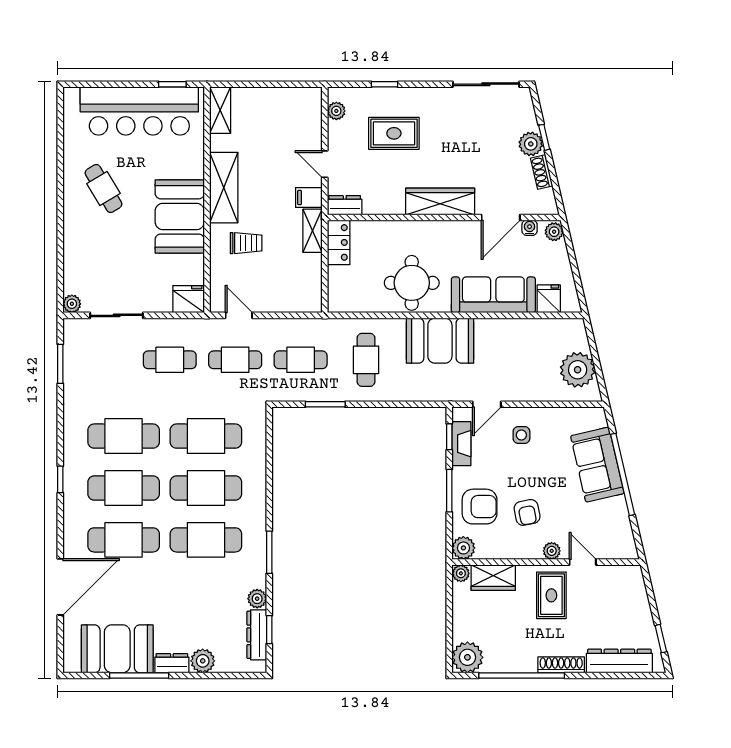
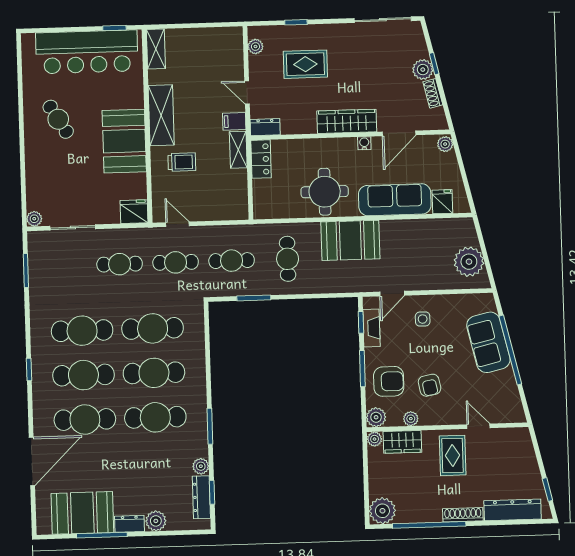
water cooler: (530, 228) -> (364, 143), moved
plant: (552, 551) -> (411, 419), moved

